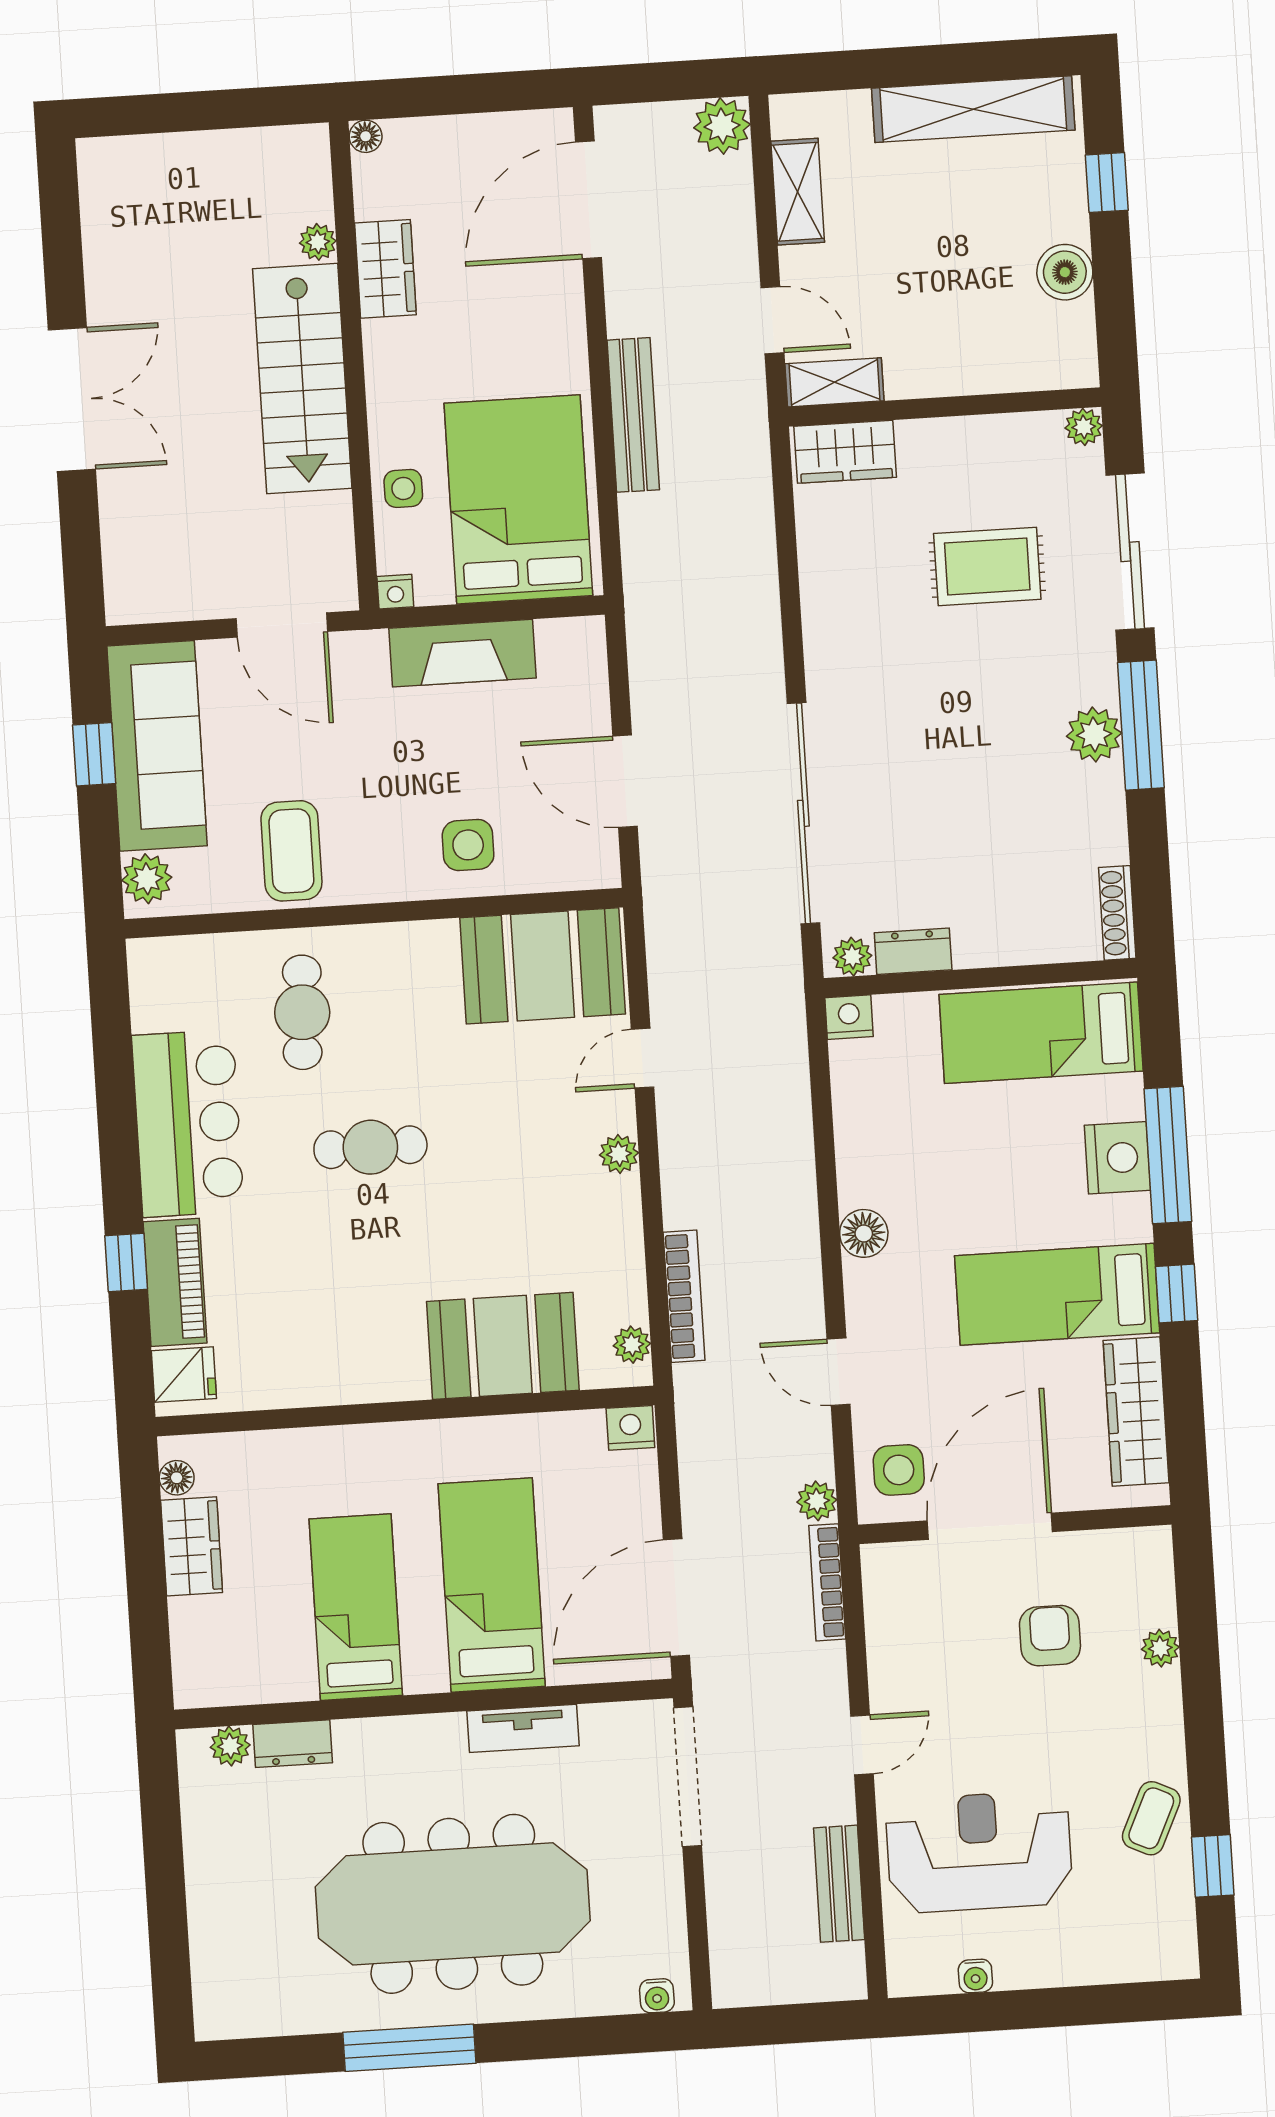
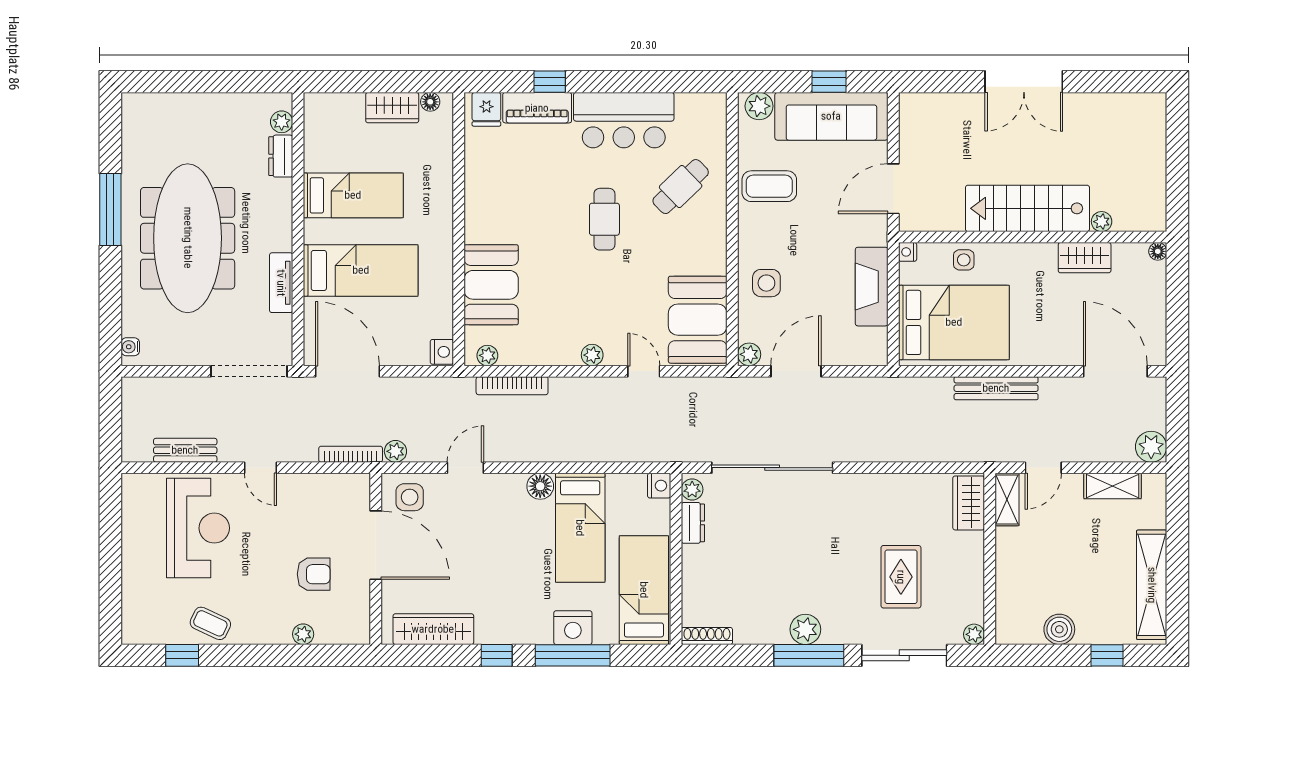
plant: (600, 868) -> (749, 354), added
cafe table: (302, 1012) -> (681, 187), turned -47
bed: (1057, 1294) -> (580, 528), moved, turned 180
water cooler: (975, 1976) -> (130, 522), removed

